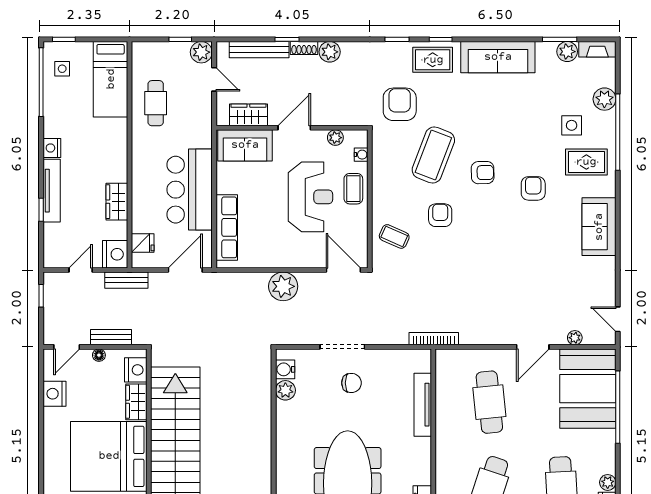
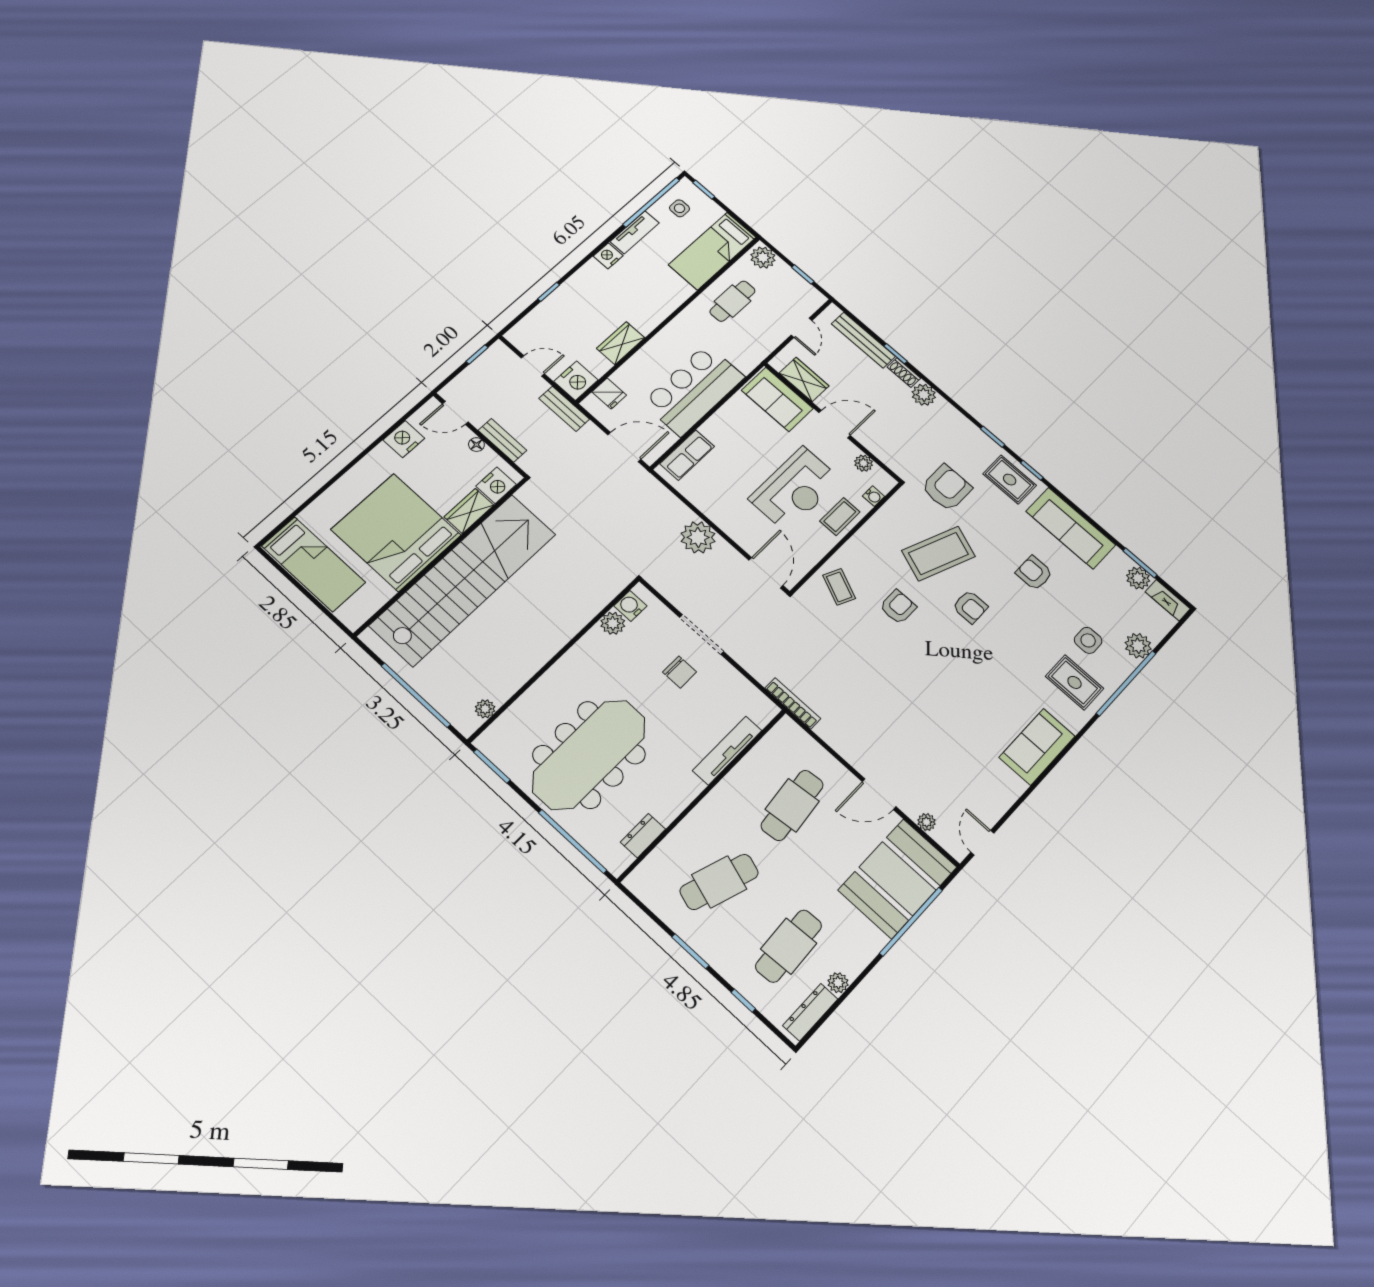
plant: (201, 52) -> (763, 258), moved
armchair: (533, 188) -> (1034, 573), moved, turned -90
tv unit: (52, 191) -> (635, 232), moved, width x0.71
row of seats: (227, 227) -> (687, 455), width x0.68

